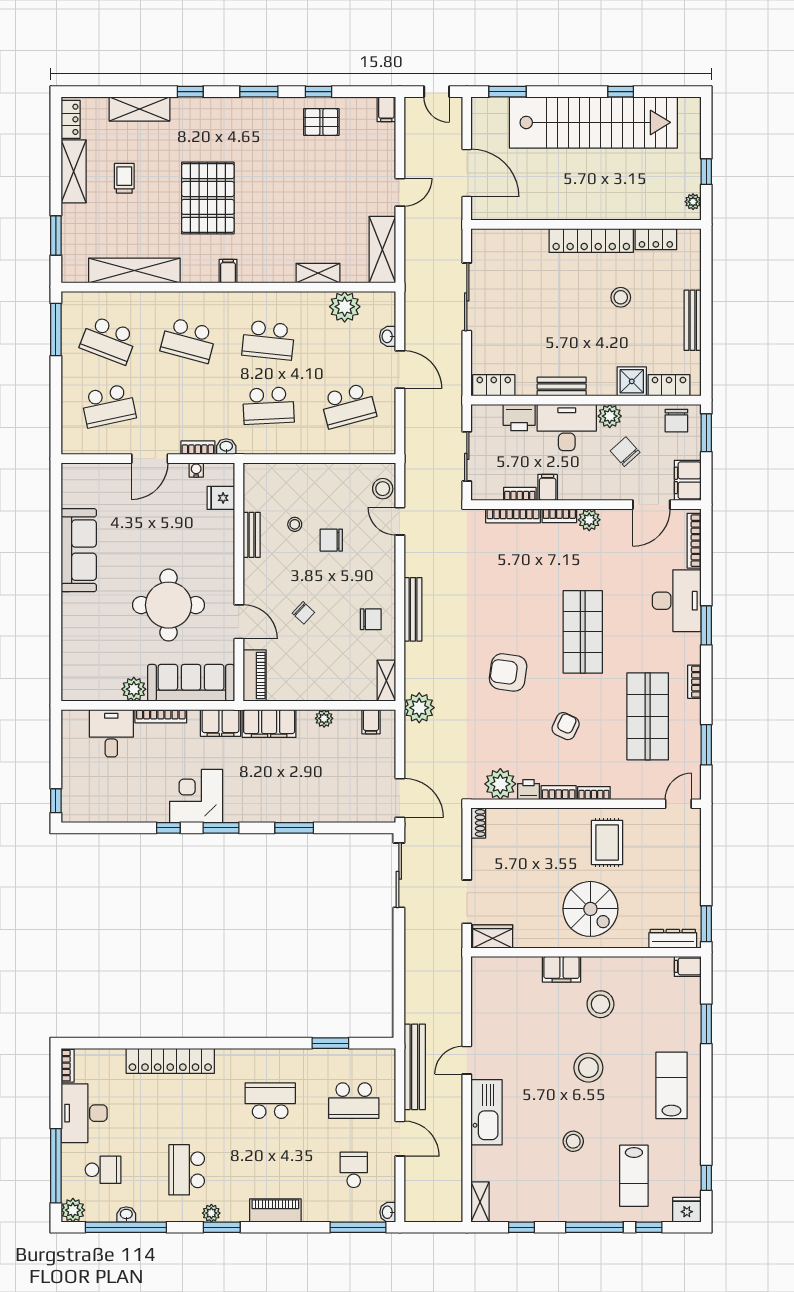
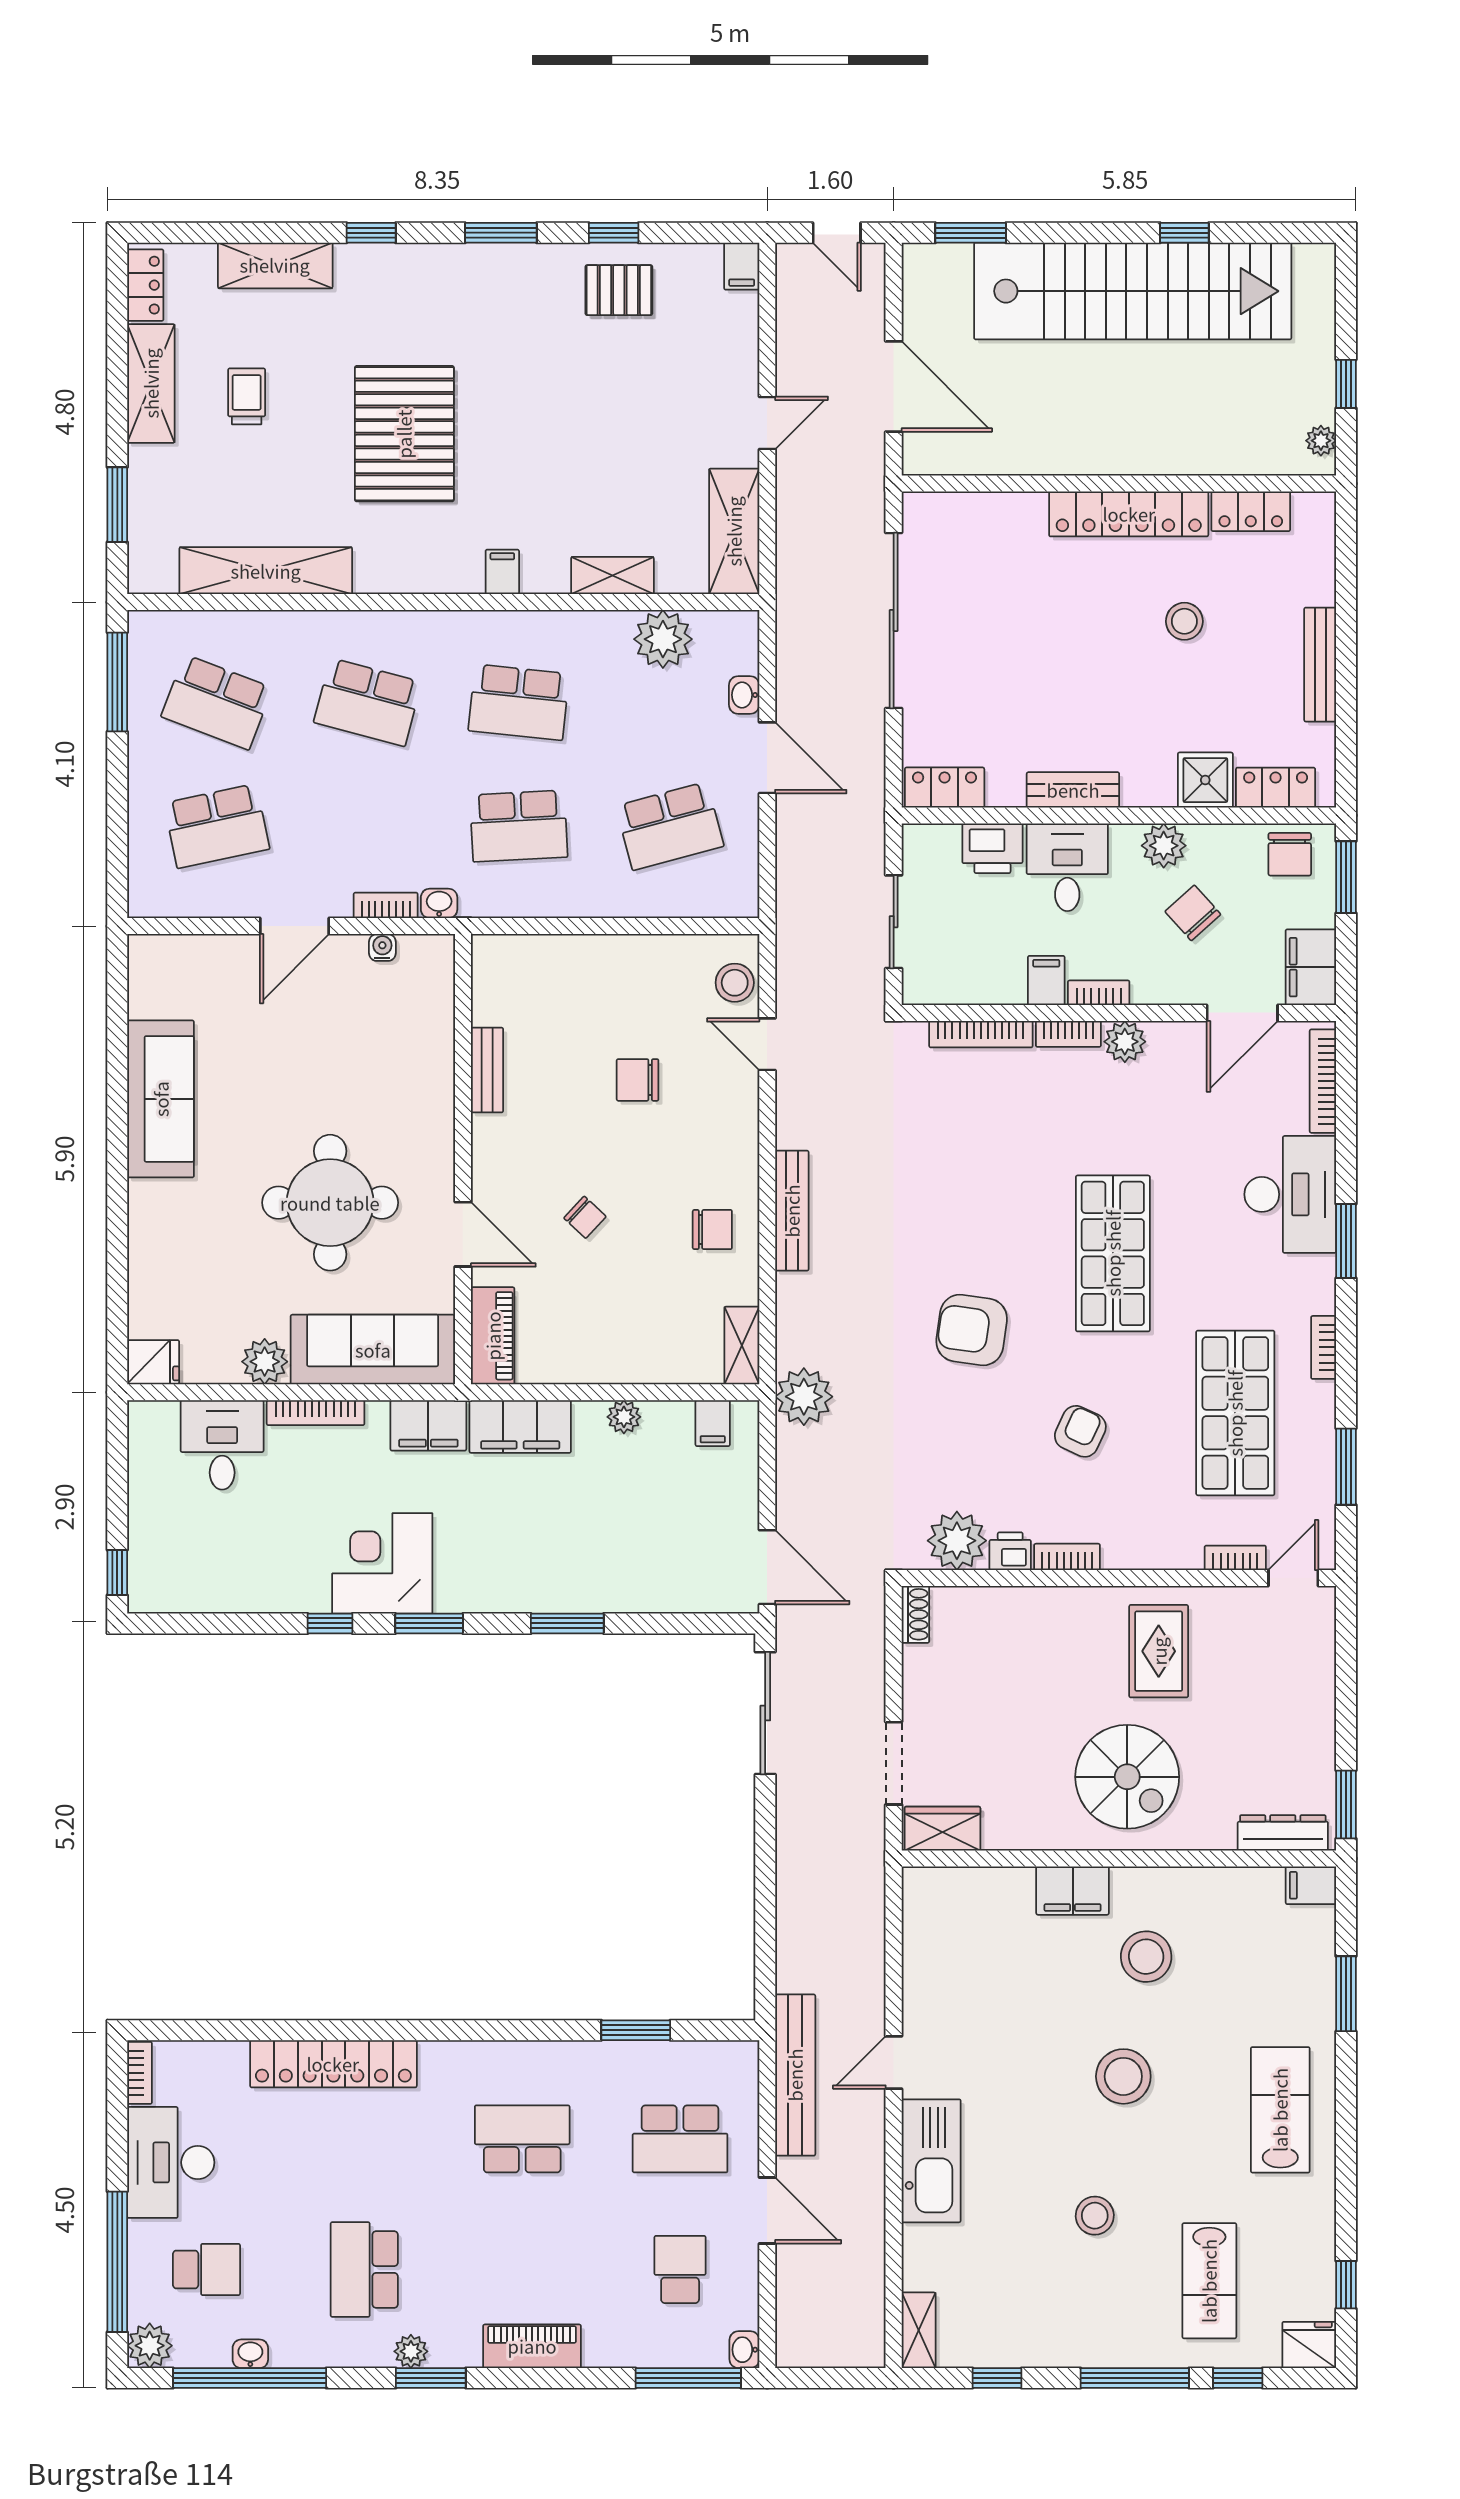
filing cabinet: (228, 271) -> (502, 572), moved
sliding door: (467, 297) -> (894, 620), width x1.36
desk: (567, 427) -> (1067, 867), width x0.73
bookcase: (520, 494) -> (1099, 993), moved
fridge: (221, 498) -> (153, 1362), moved, turned 180
stool: (295, 524) -> (569, 1050), removed
bookcase: (594, 793) -> (1235, 1558), moved

